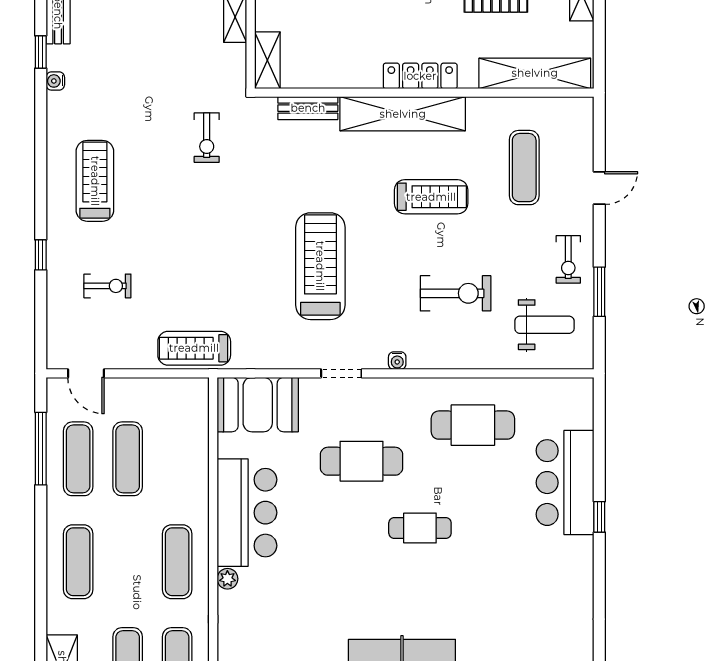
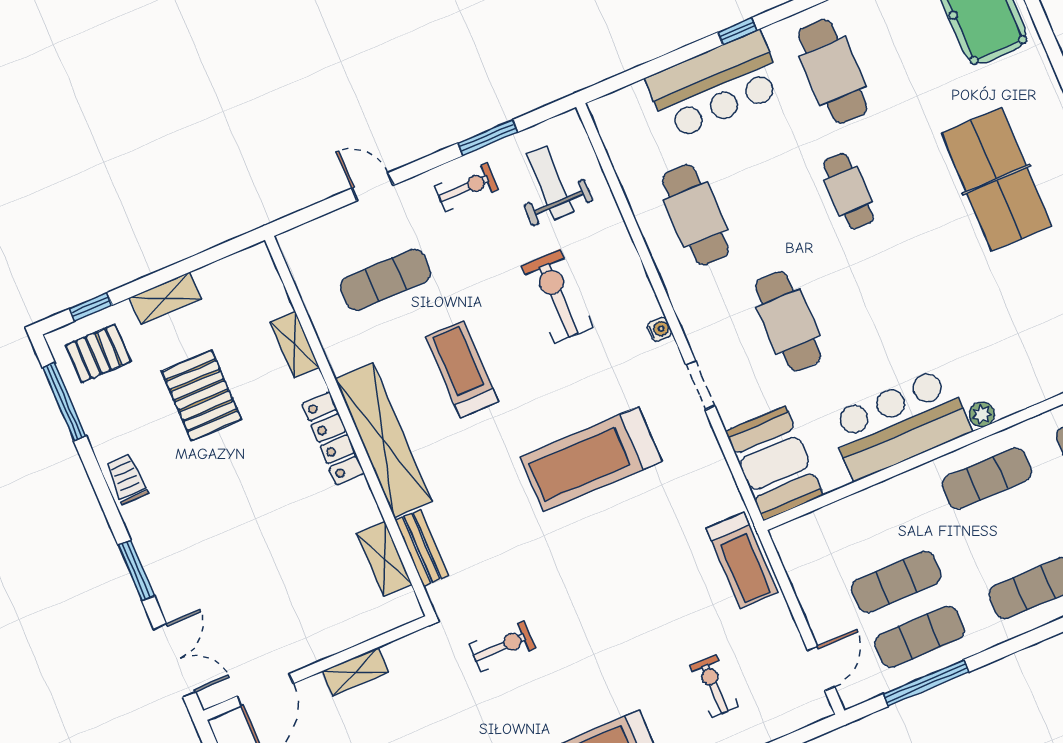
shelving: (267, 60) -> (384, 559), moved, turned 90
shelving: (535, 73) -> (295, 345), width x0.45, depth x0.75
cafe table: (420, 528) -> (848, 191), moved
cafe table: (538, 576) -> (833, 71), added

